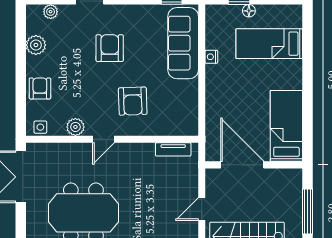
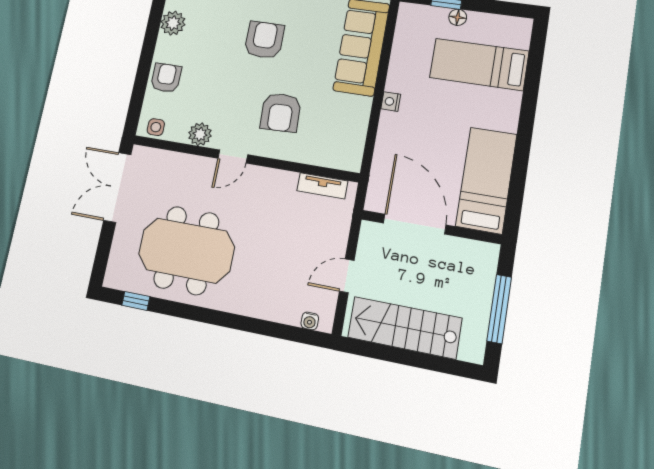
nightstand: (211, 57) -> (391, 102), moved

